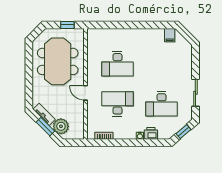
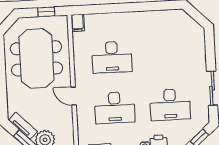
filing cabinet: (170, 35) -> (78, 23), moved
desk: (117, 104) -> (115, 108), turned 180

